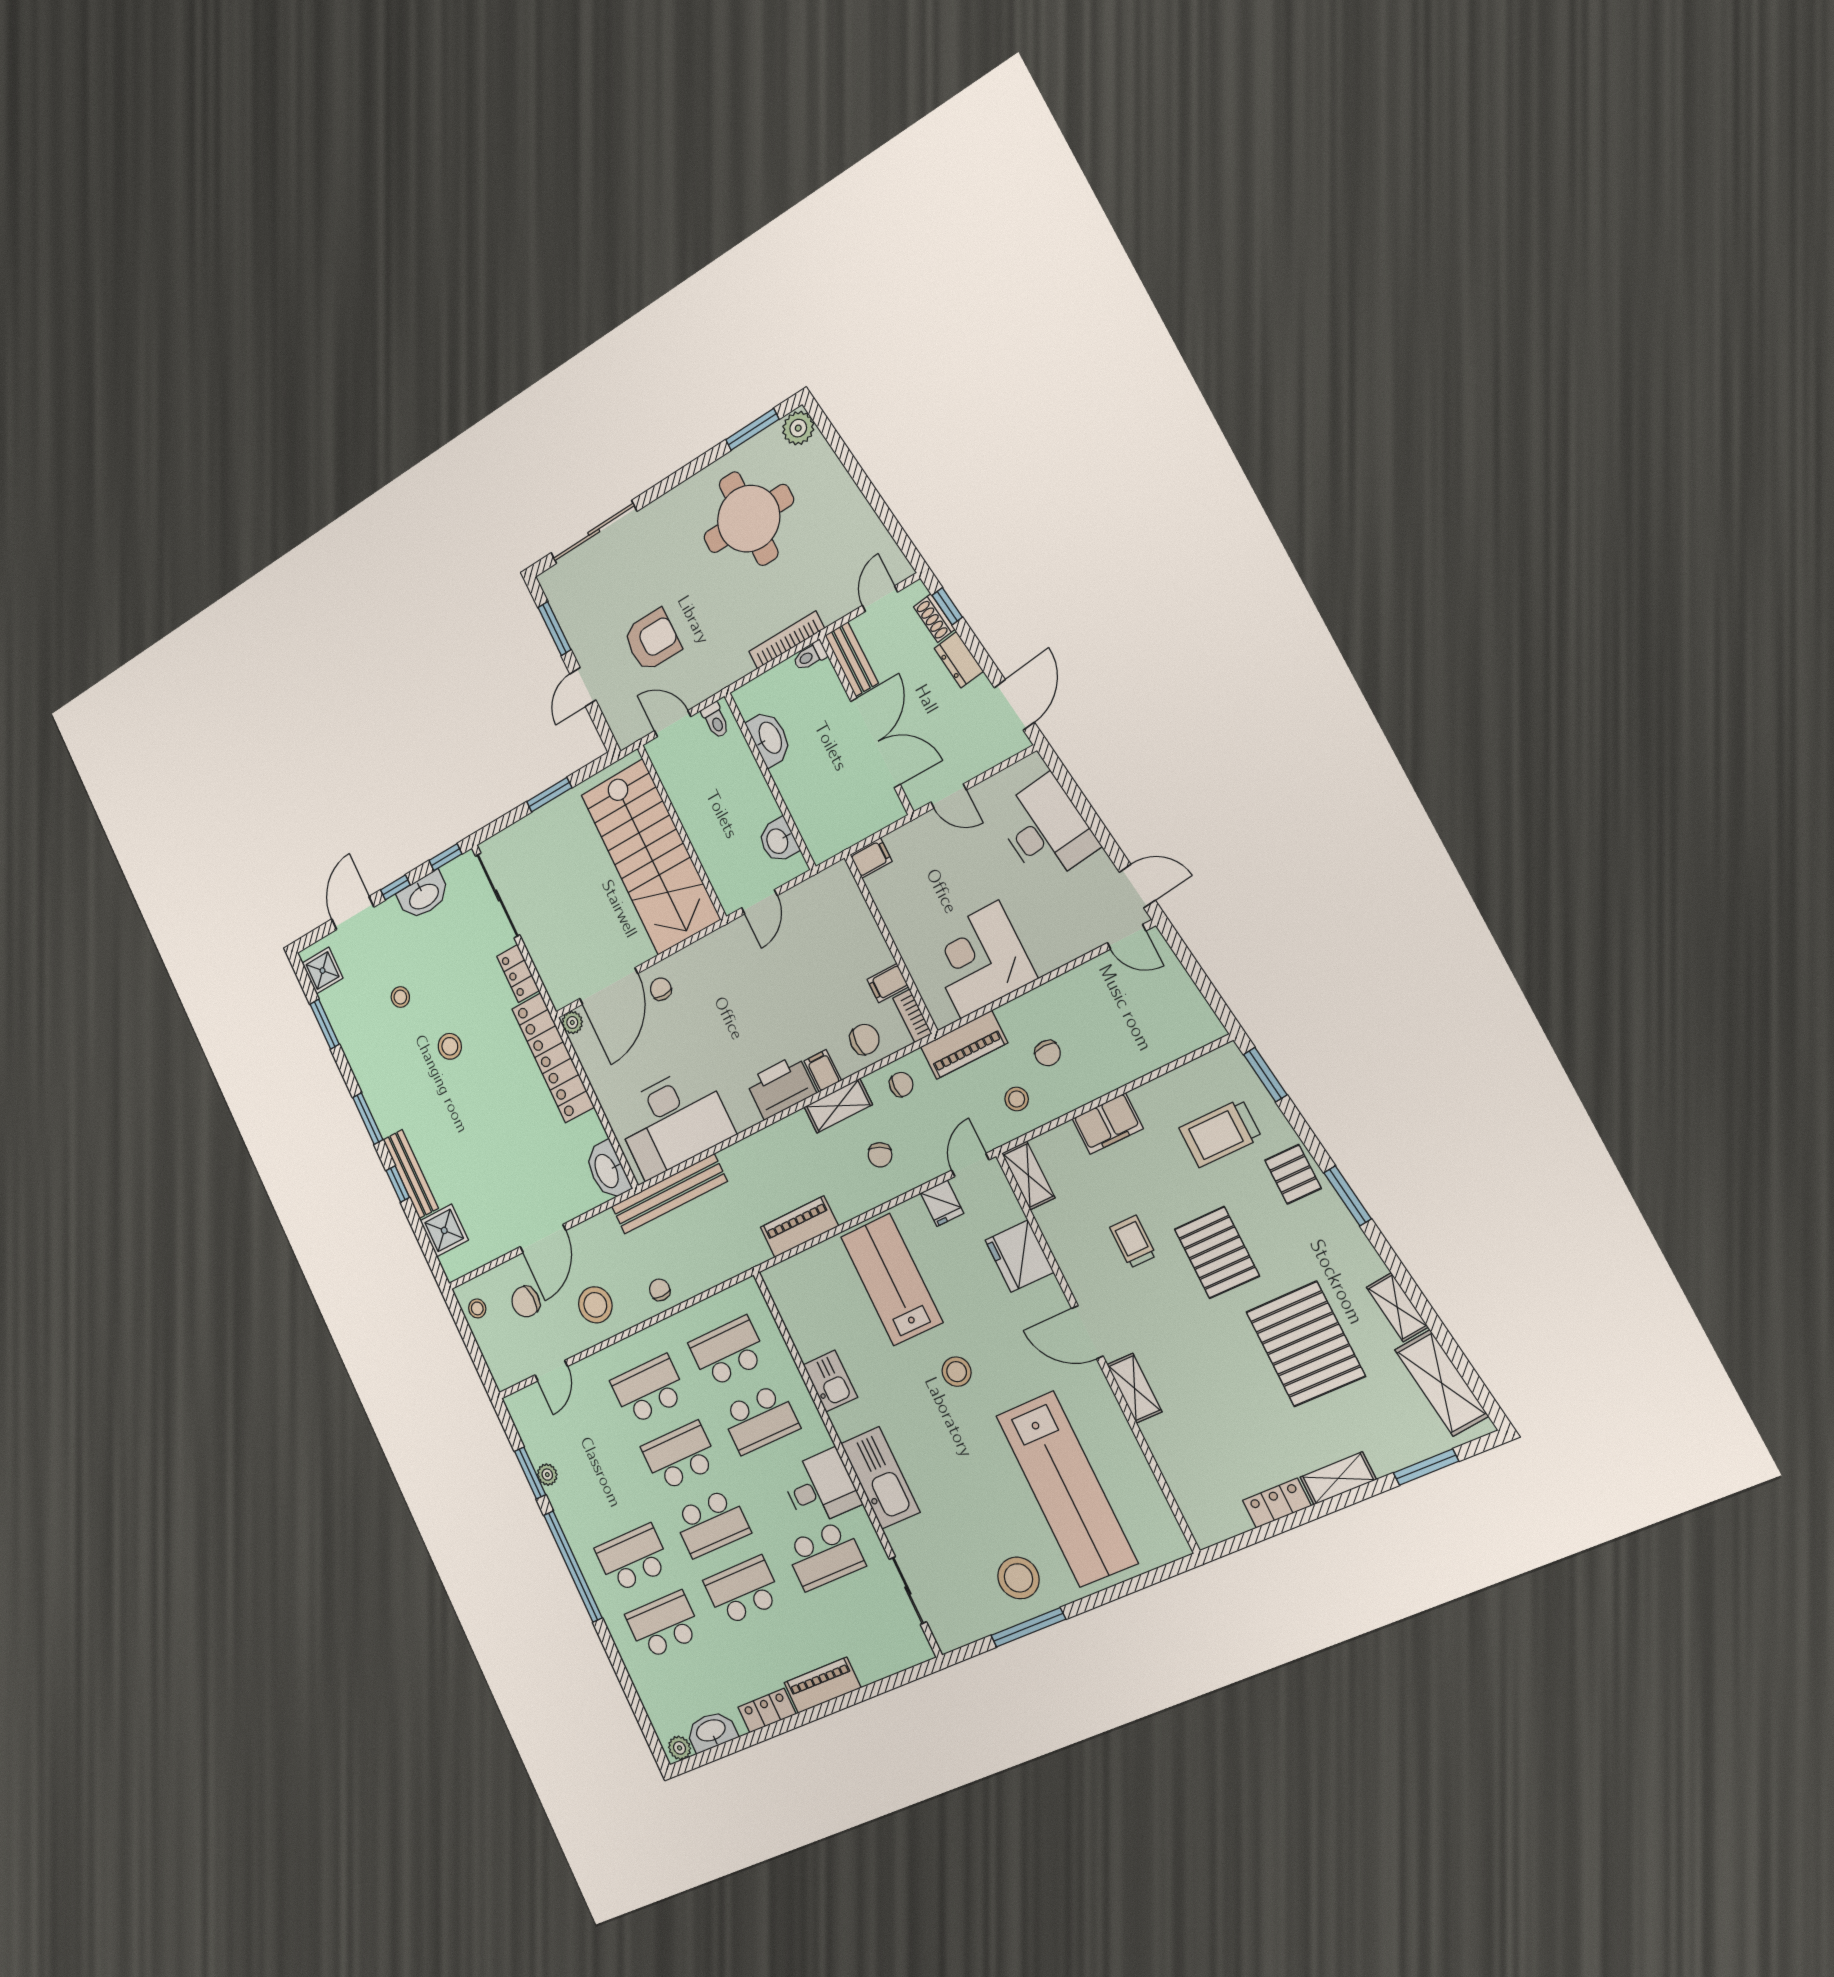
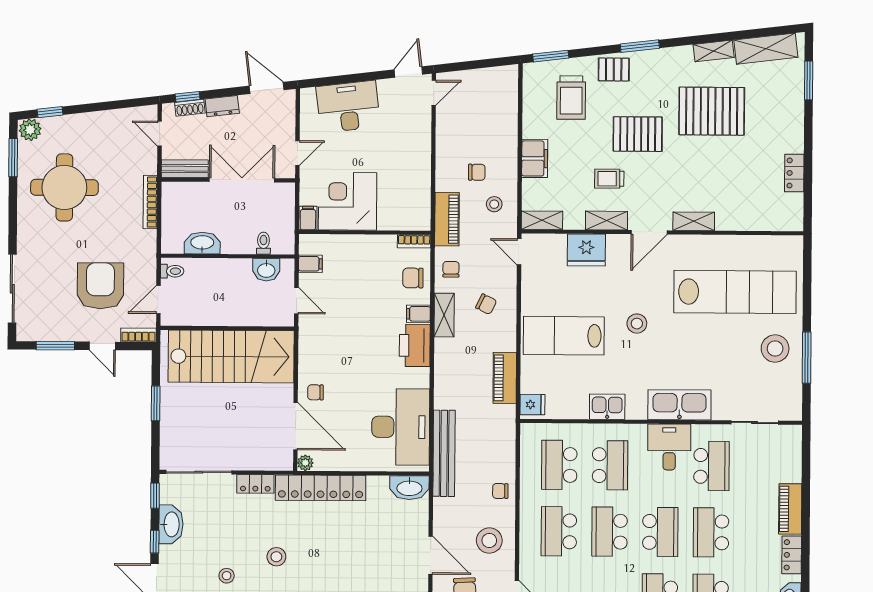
window: (834, 439) -> (50, 112), added
armchair: (652, 640) -> (100, 286), width x1.36, depth x1.36
toilet: (810, 656) -> (263, 243), moved, turned 180
bookcase: (618, 724) -> (138, 335), added
corner desk: (980, 960) -> (348, 201), moved, turned 90
filing cabinet: (888, 983) -> (310, 264), moved, turned -90
chair: (865, 1039) -> (413, 278), turned -90
fridge: (942, 1203) -> (532, 405), moved
shelving: (1338, 1478) -> (607, 221), moved, turned 90

